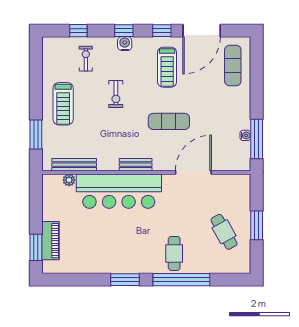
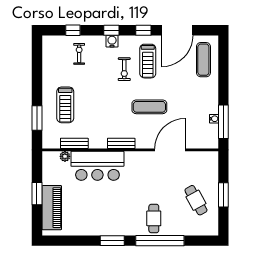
exercise bike: (116, 94) -> (124, 69), moved
treadmill: (63, 104) -> (65, 105), moved
bench: (74, 165) -> (74, 143), width x0.73
bar counter: (119, 191) -> (97, 166), width x0.73
piano: (50, 241) -> (52, 208), width x1.37, depth x1.33
window: (36, 247) -> (37, 194), moved

